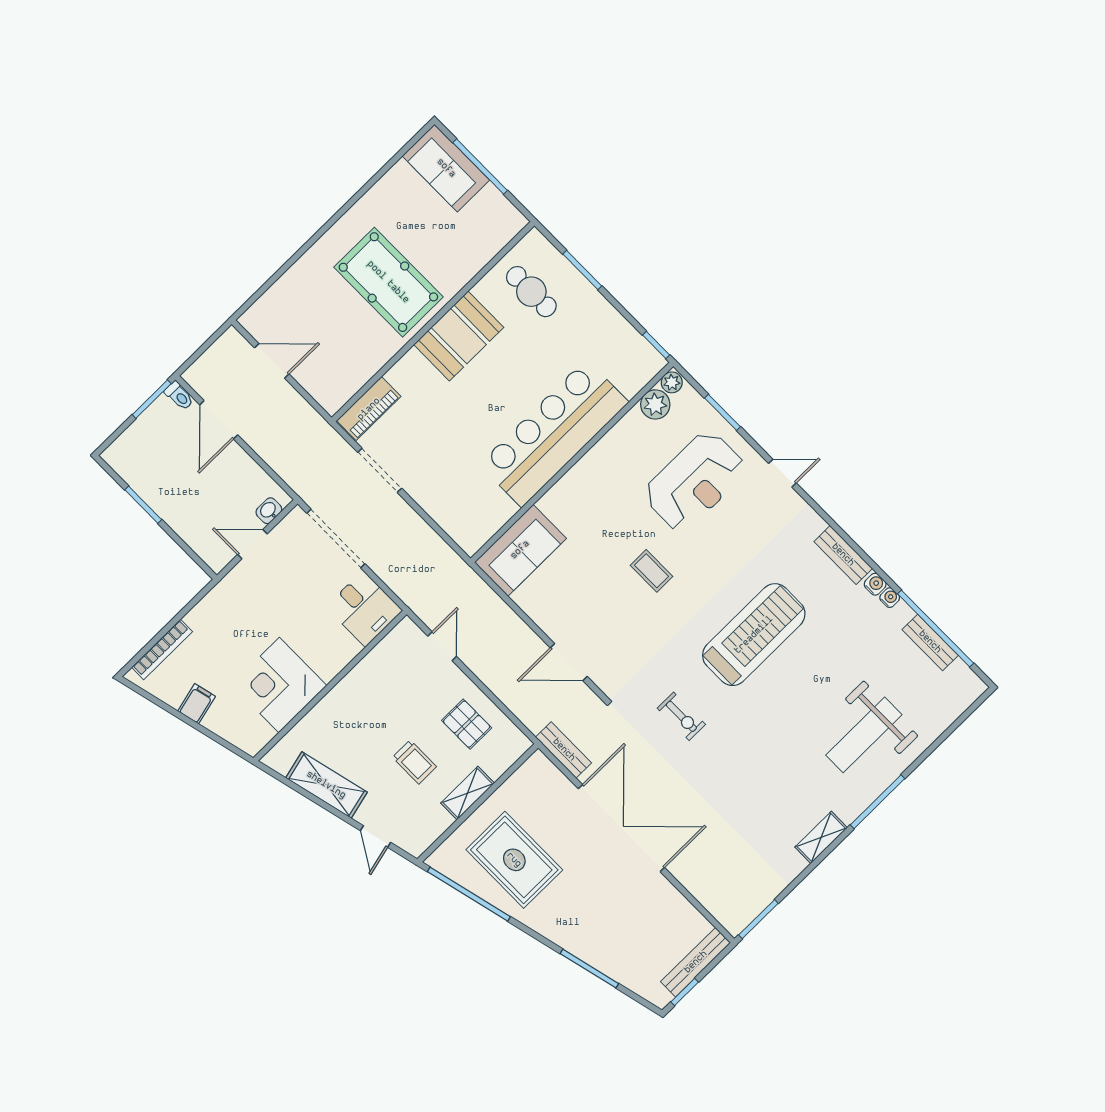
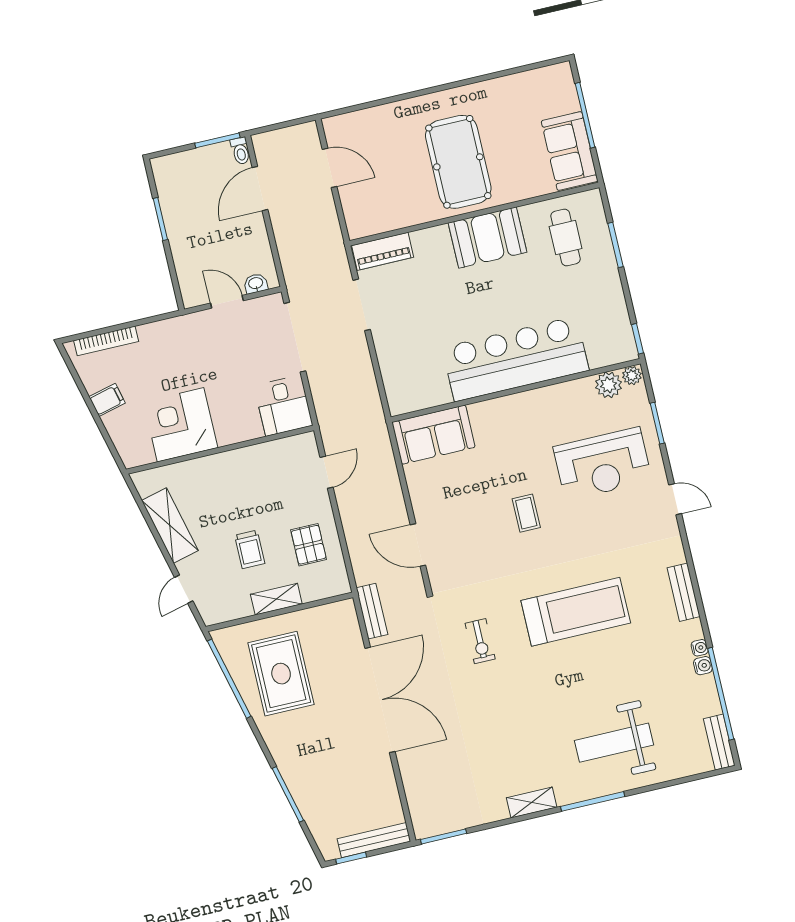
sofa: (446, 168) -> (570, 151), moved
water cooler: (875, 584) -> (703, 666), moved
bench: (930, 642) -> (719, 742), moved

